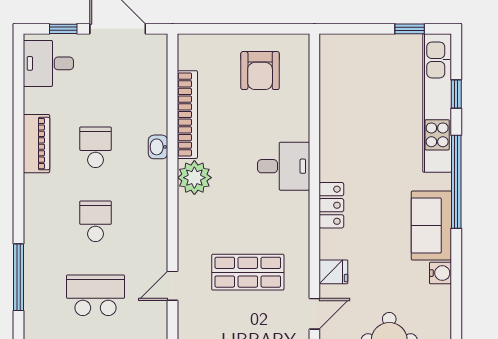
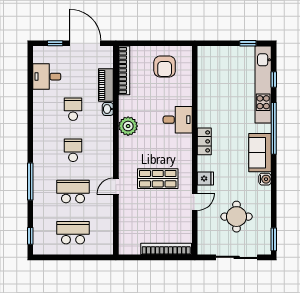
desk: (48, 63) -> (47, 77), moved
bookcase: (187, 115) -> (124, 70), moved
piano: (36, 144) -> (106, 85), moved, turned 180

